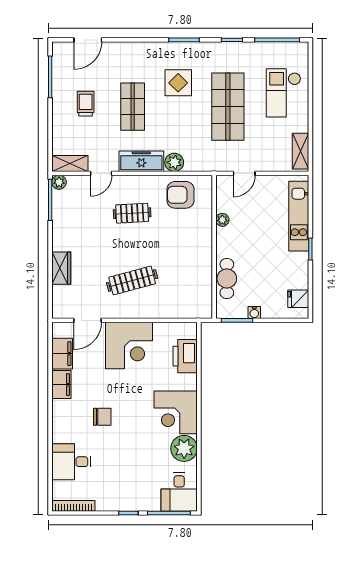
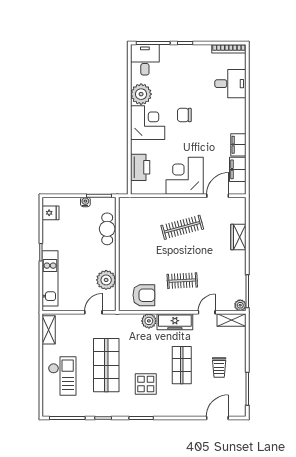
plant: (222, 220) -> (106, 280), width x1.88, depth x1.88
chair: (102, 417) -> (184, 115), moved

